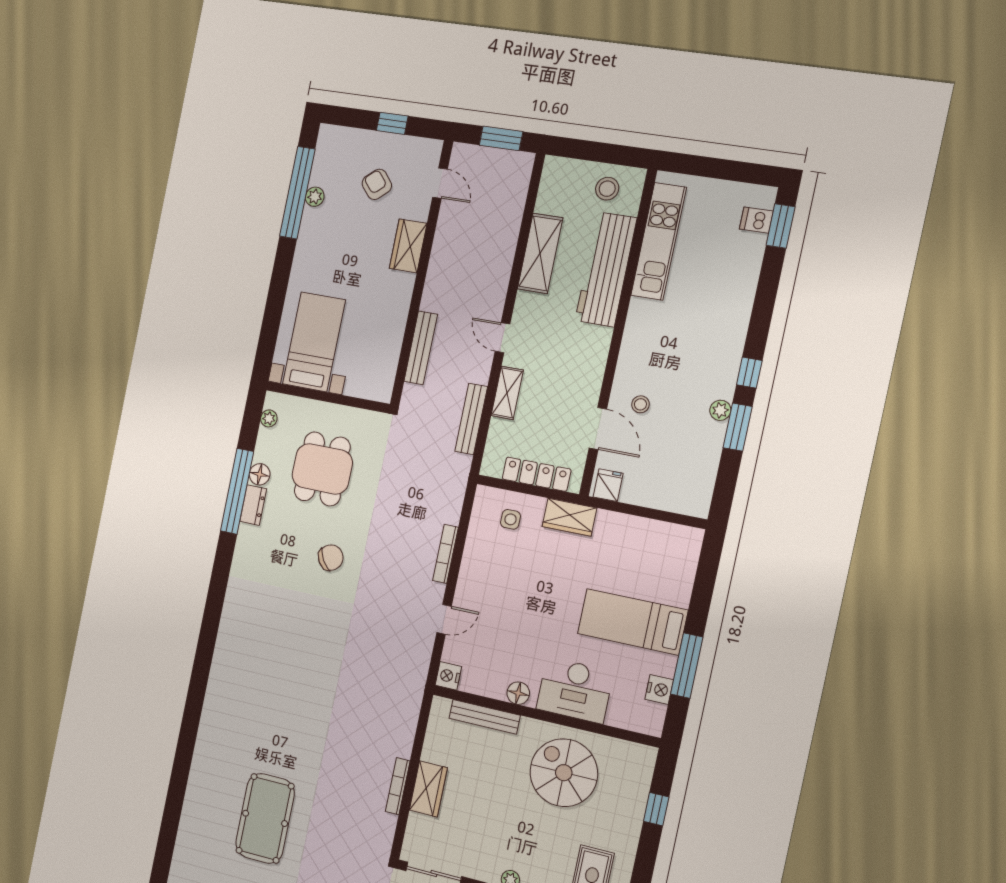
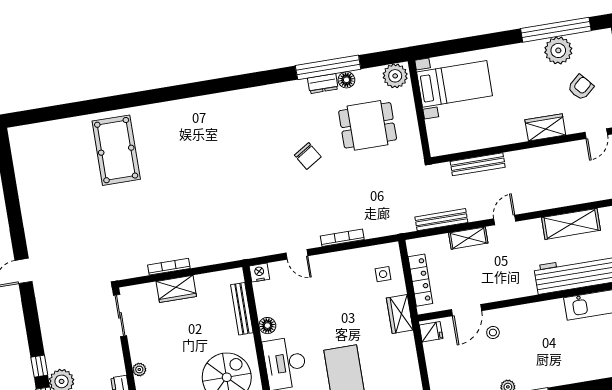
plant: (315, 197) -> (558, 50), width x1.87, depth x1.87
plant: (269, 418) -> (395, 76), width x1.88, depth x1.88
pool table: (265, 818) -> (116, 150), moved, turned 90

